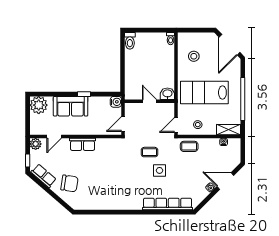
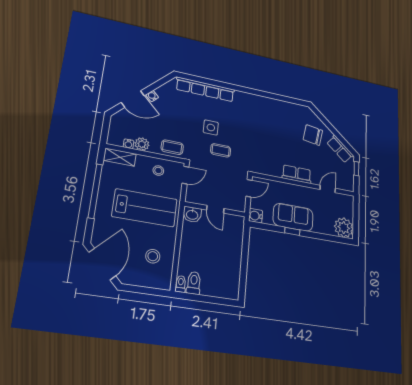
toilet: (130, 41) -> (194, 283), moved
sofa: (71, 106) -> (293, 217), moved
plant: (36, 144) -> (142, 144), moved

